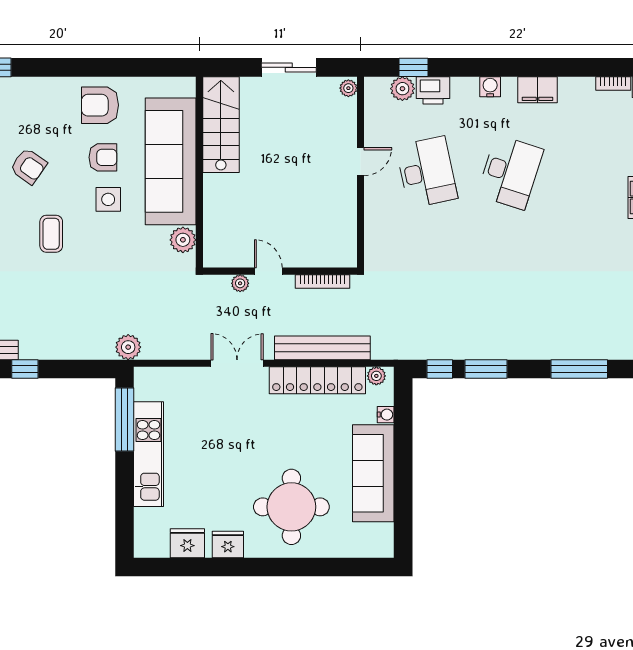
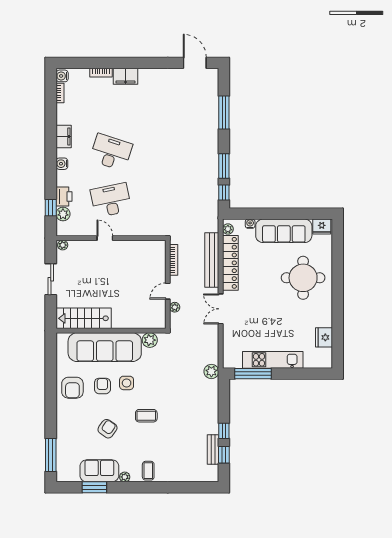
fridge: (228, 544) -> (322, 227), moved, turned -90

